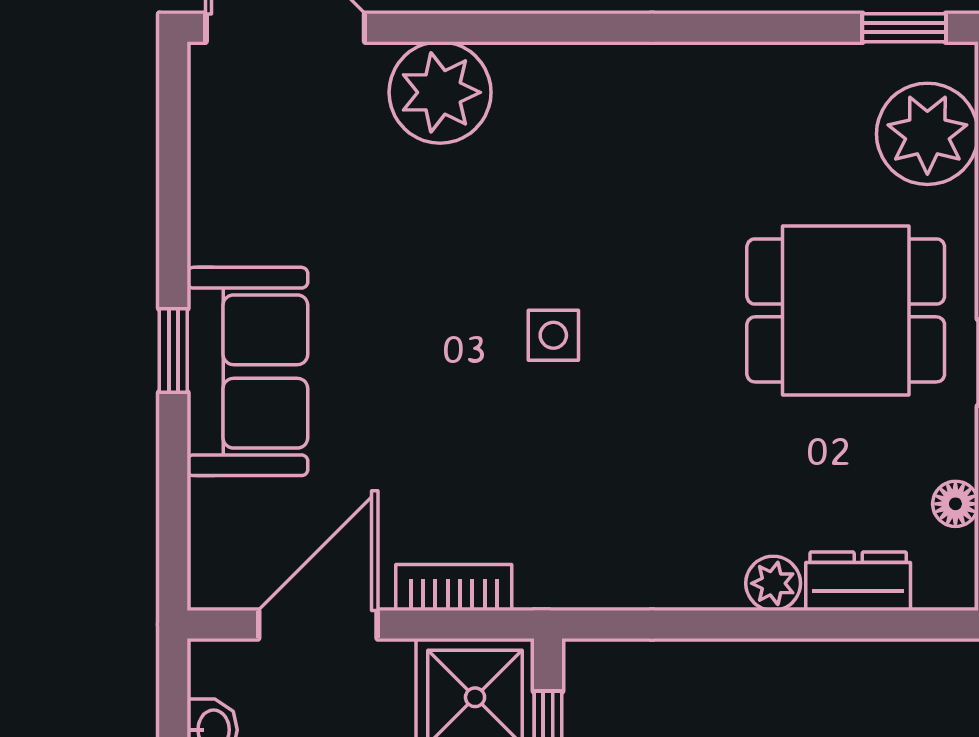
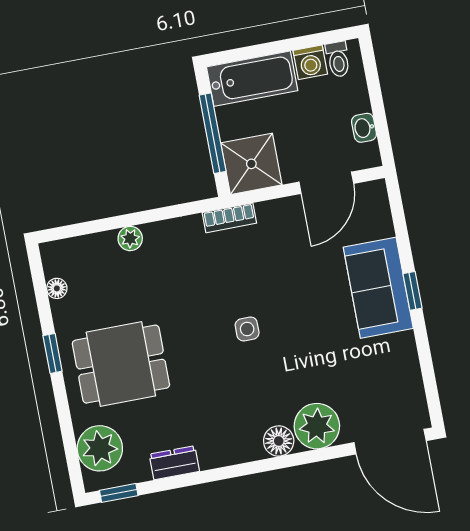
floor lamp: (530, 75) -> (279, 441), added
dresser: (858, 581) -> (174, 463), moved, turned 180
bookcase: (454, 587) -> (229, 218), moved

